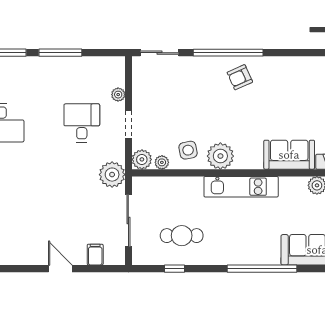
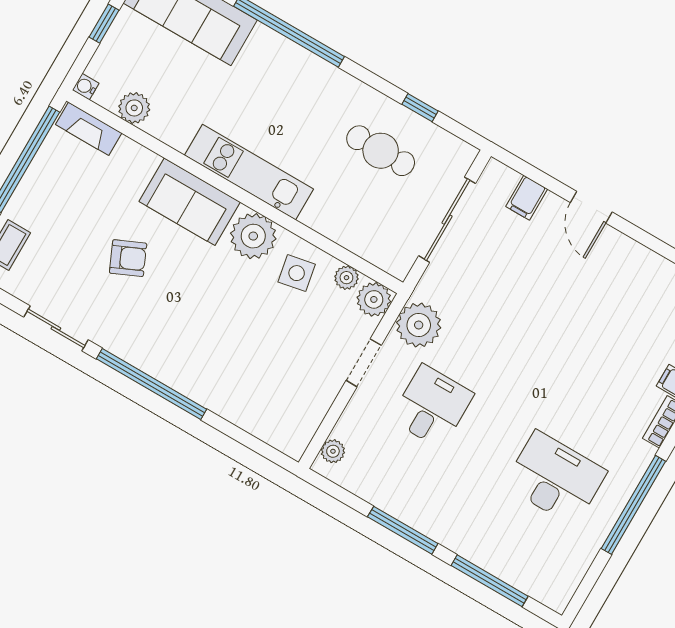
sliding door: (160, 53) -> (56, 328), moved
armchair: (240, 77) -> (128, 258), moved
plant: (118, 95) -> (333, 451), moved
desk: (82, 123) -> (432, 406), turned 180
sofa: (289, 155) -> (190, 202), moved
plant: (112, 175) -> (419, 325), moved

